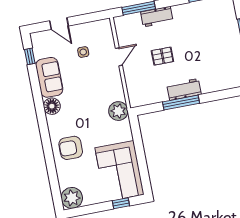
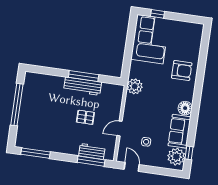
workbench: (157, 17) -> (92, 151), moved
door: (59, 23) -> (132, 167), moved
workbench: (184, 89) -> (83, 86), width x1.38
plant: (72, 198) -> (176, 157), moved

